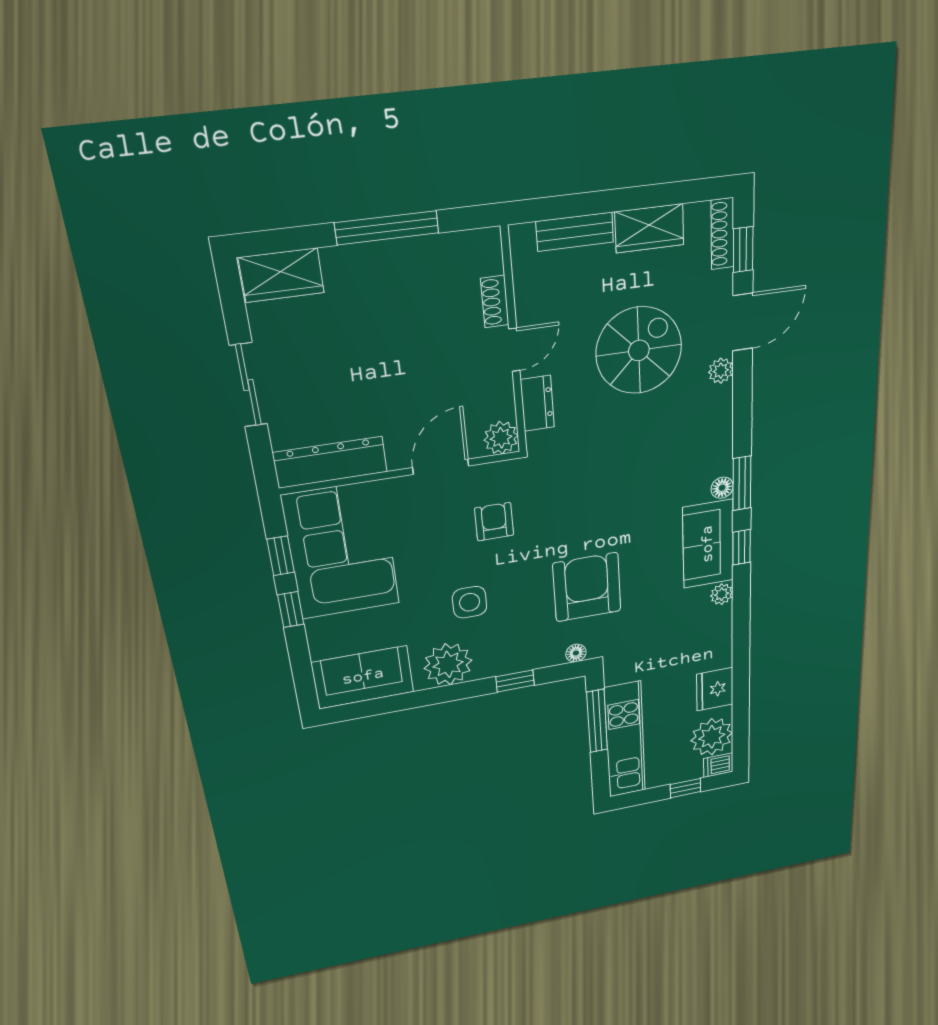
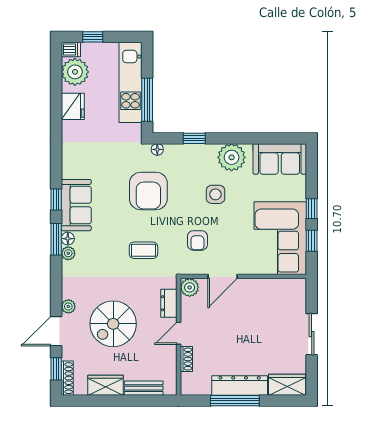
dresser: (330, 462) -> (240, 386), moved, turned 180
coffee table: (590, 489) -> (143, 250), added
plant: (722, 594) -> (68, 253), moved

